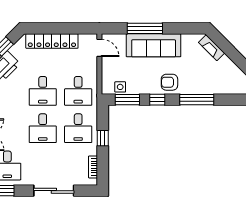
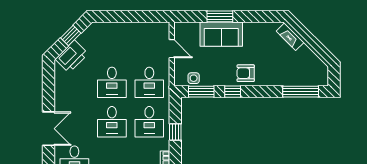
window: (145, 28) -> (220, 16), width x0.69
locker: (52, 41) -> (122, 30), removed
sofa: (154, 45) -> (221, 34), width x0.73
door: (99, 48) -> (172, 49), moved
window: (197, 100) -> (301, 92), moved

